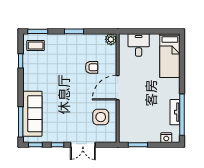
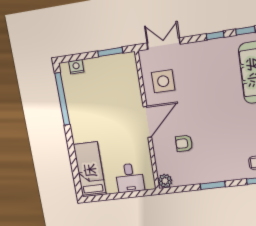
tv unit: (175, 112) -> (71, 101), removed
double door: (83, 145) -> (164, 44), moved

